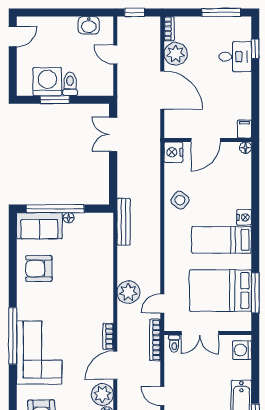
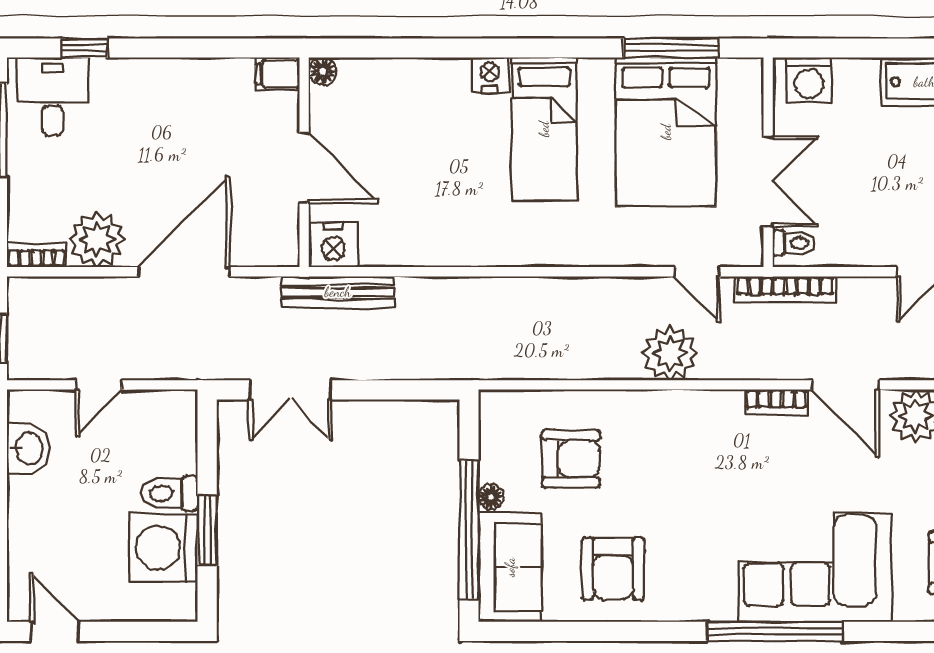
desk: (235, 57) -> (52, 96), moved
side table: (180, 200) -> (449, 229), removed
bench: (124, 222) -> (338, 292), moved
armchair: (84, 251) -> (571, 459), added

